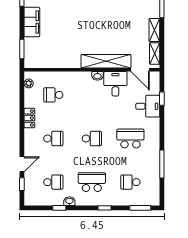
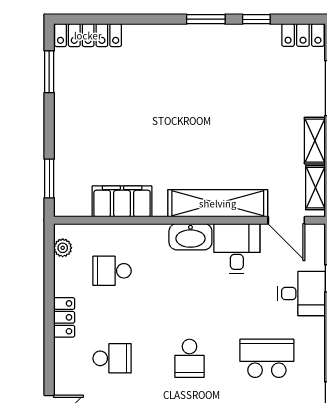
filing cabinet: (32, 22) -> (122, 201), moved, turned -90
washbasin: (97, 76) -> (190, 237), width x1.91, depth x1.45
school desk: (92, 139) -> (189, 358), turned 90

